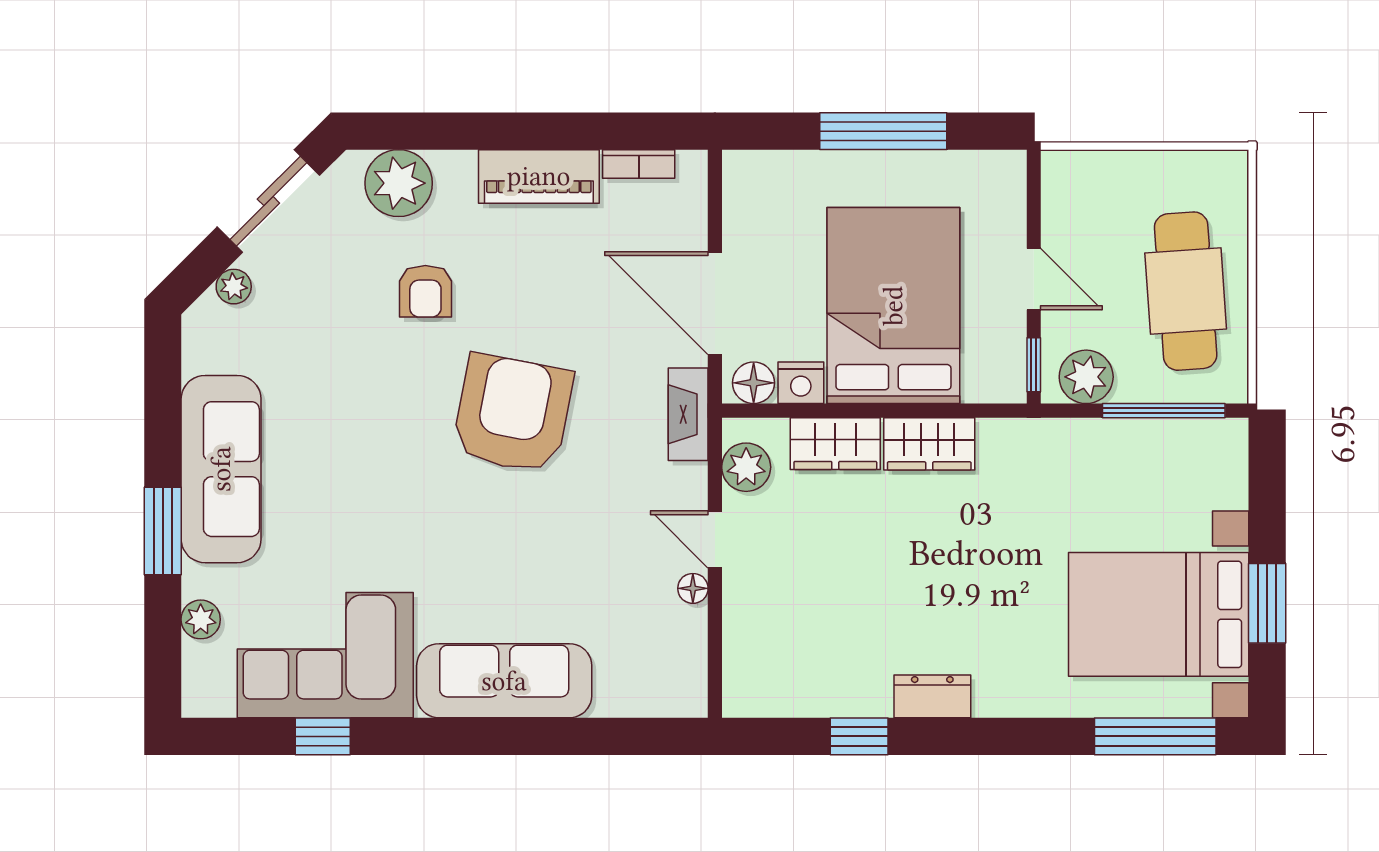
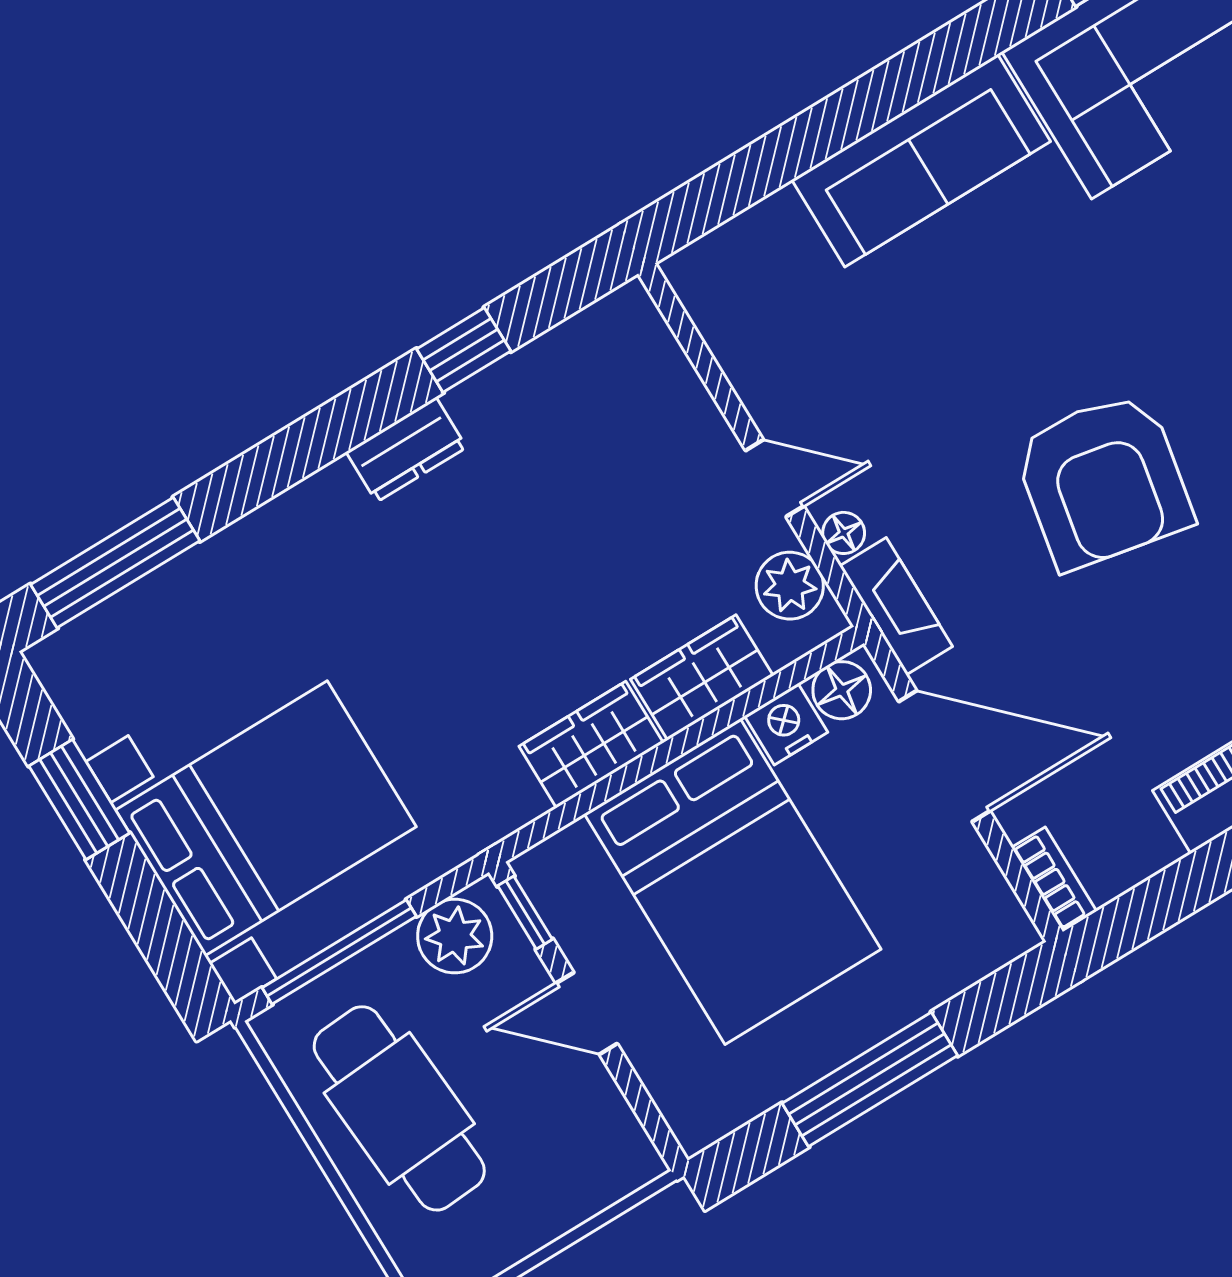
bookcase: (639, 164) -> (1054, 879), moved, turned 90
floor lamp: (693, 588) -> (844, 533), moved
bed with nightstands: (1159, 614) -> (266, 818), moved

